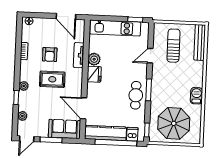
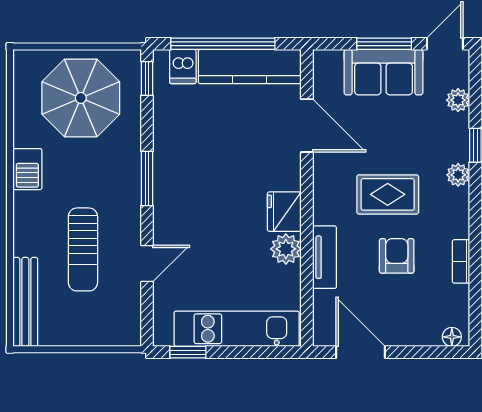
sun lounger: (173, 46) -> (83, 249), moved
cafe table: (136, 95) -> (178, 164), removed
sofa: (64, 129) -> (384, 72), moved

